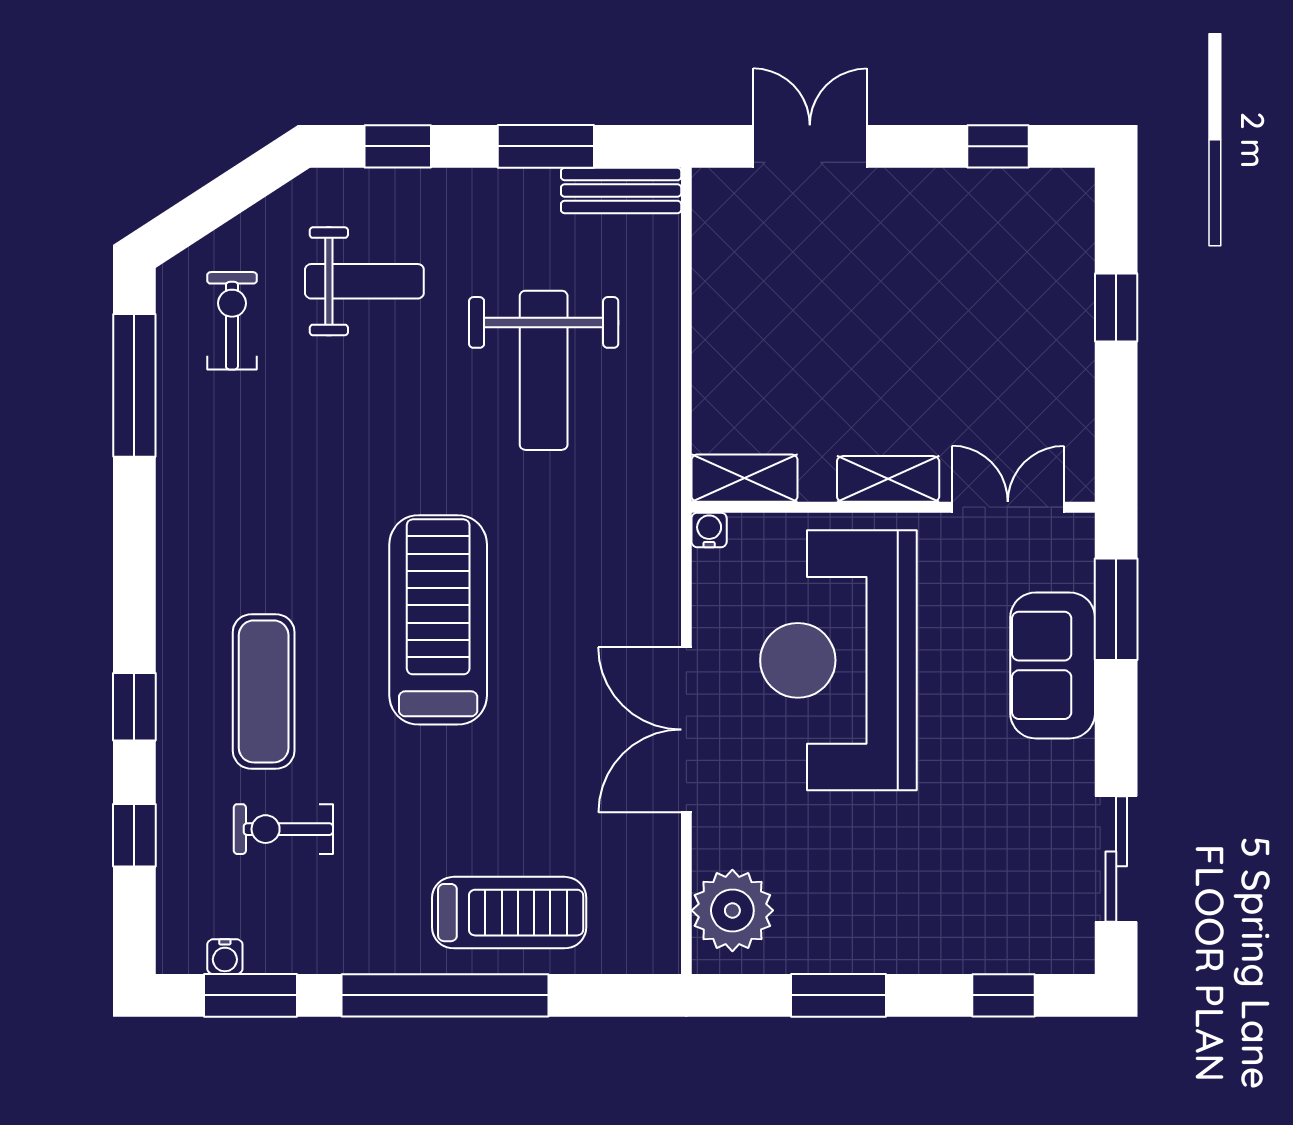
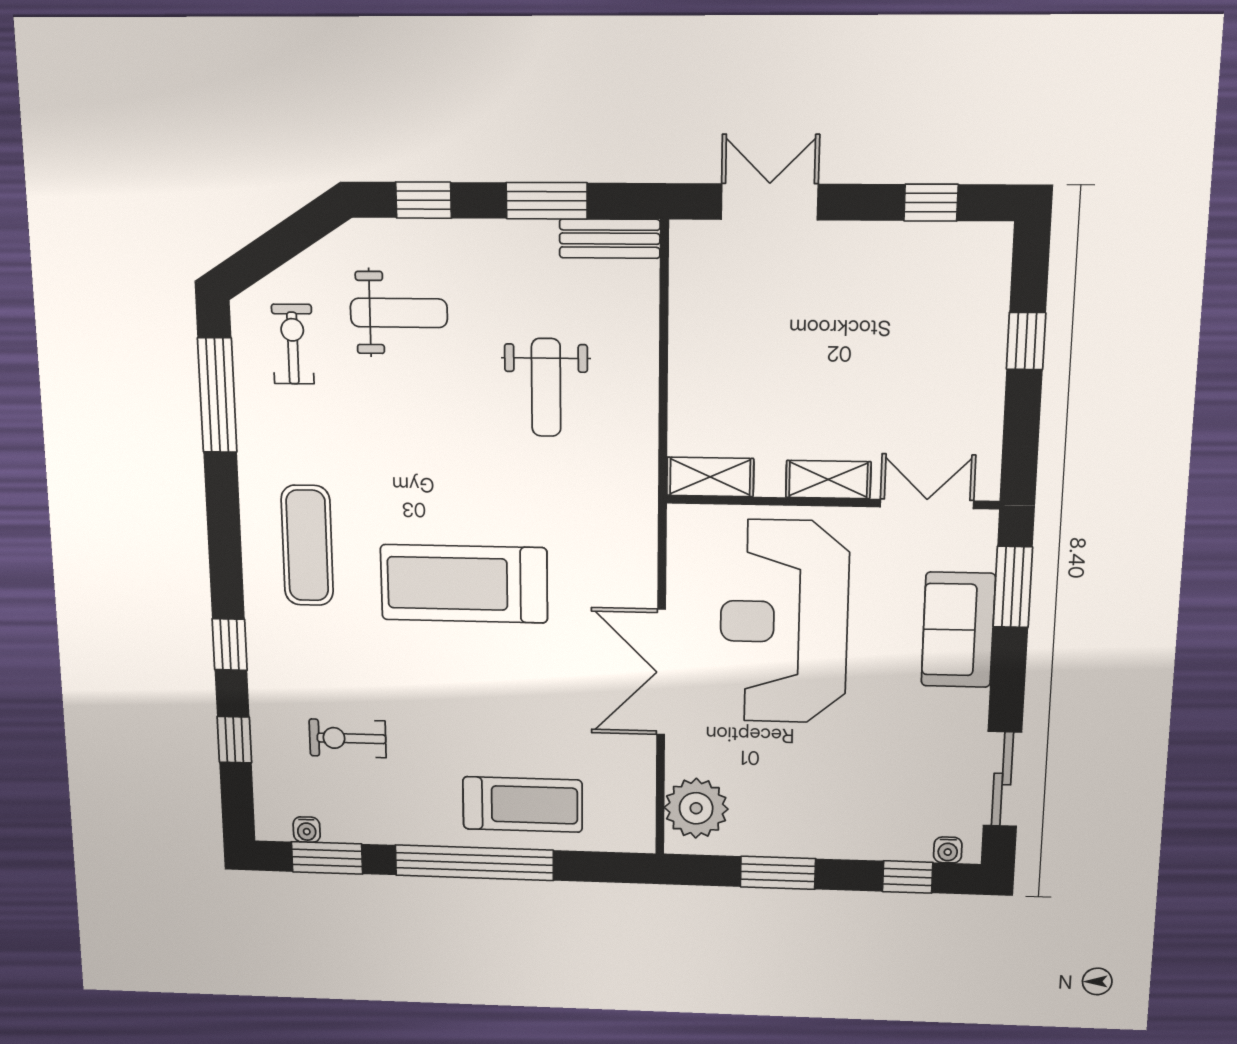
weight bench: (544, 370) -> (546, 387), width x0.73, depth x0.75
water cooler: (709, 530) -> (948, 850), moved, turned 180
treadmill: (438, 620) -> (464, 584), turned -90
exercise mat: (264, 691) -> (307, 545), moved

